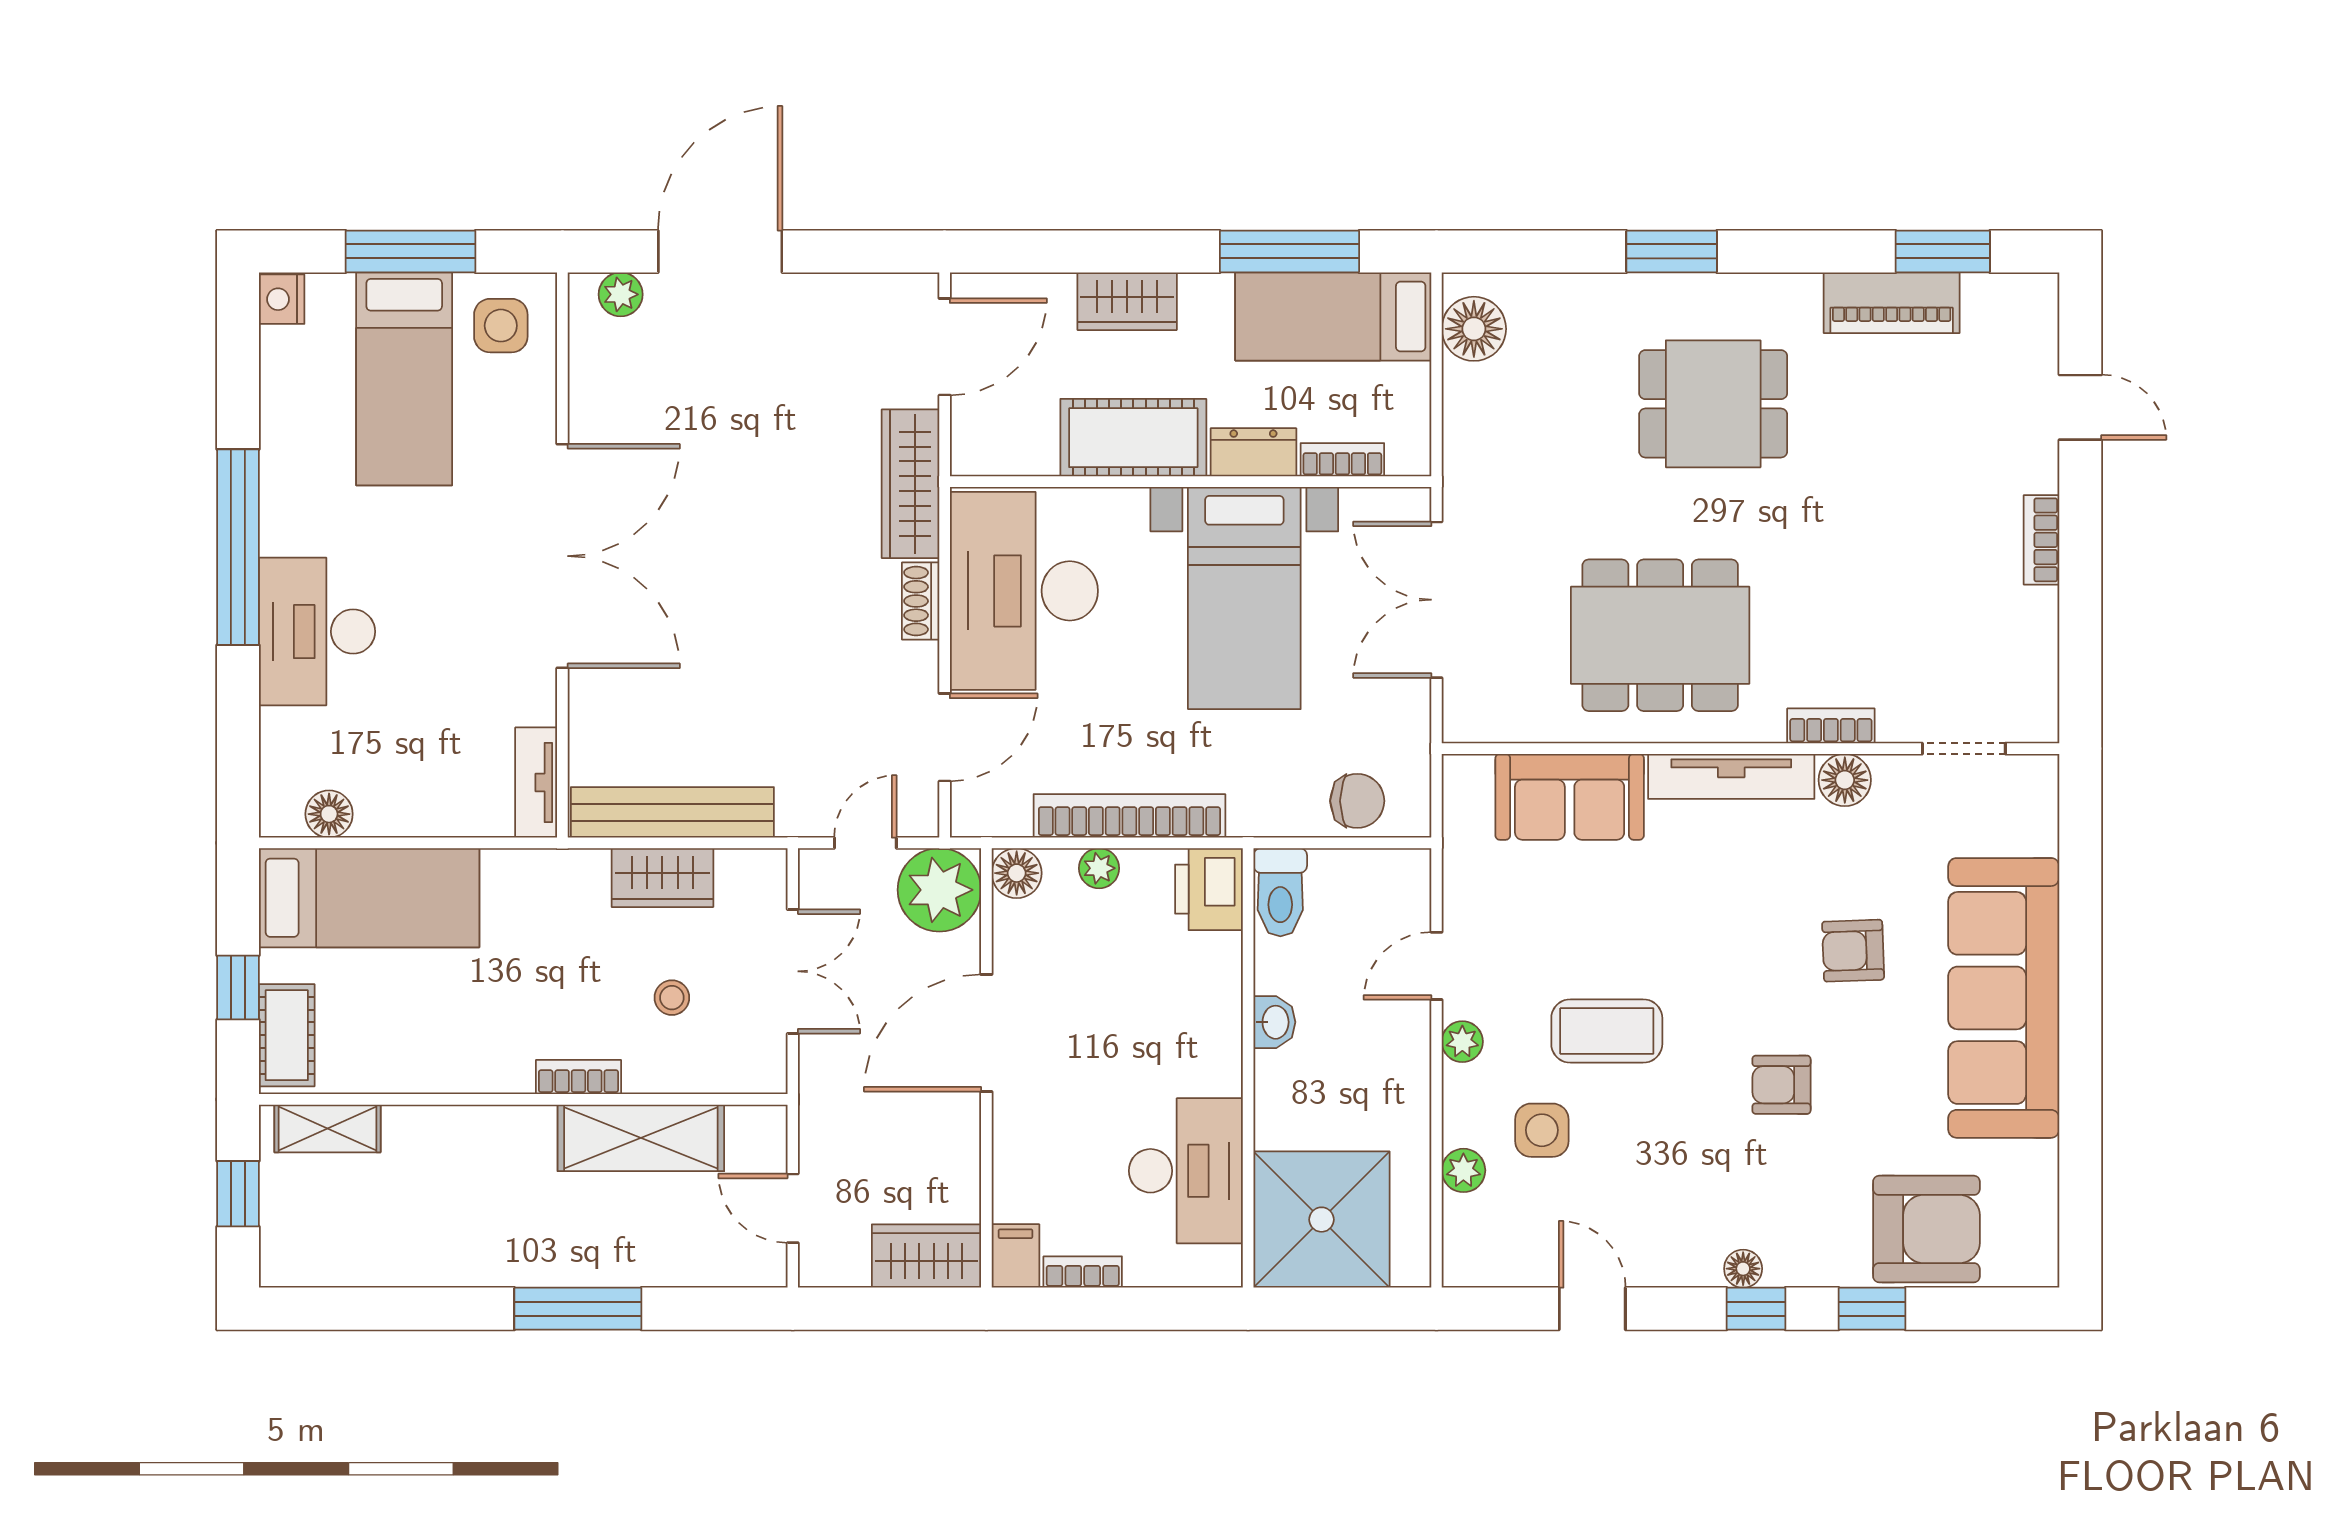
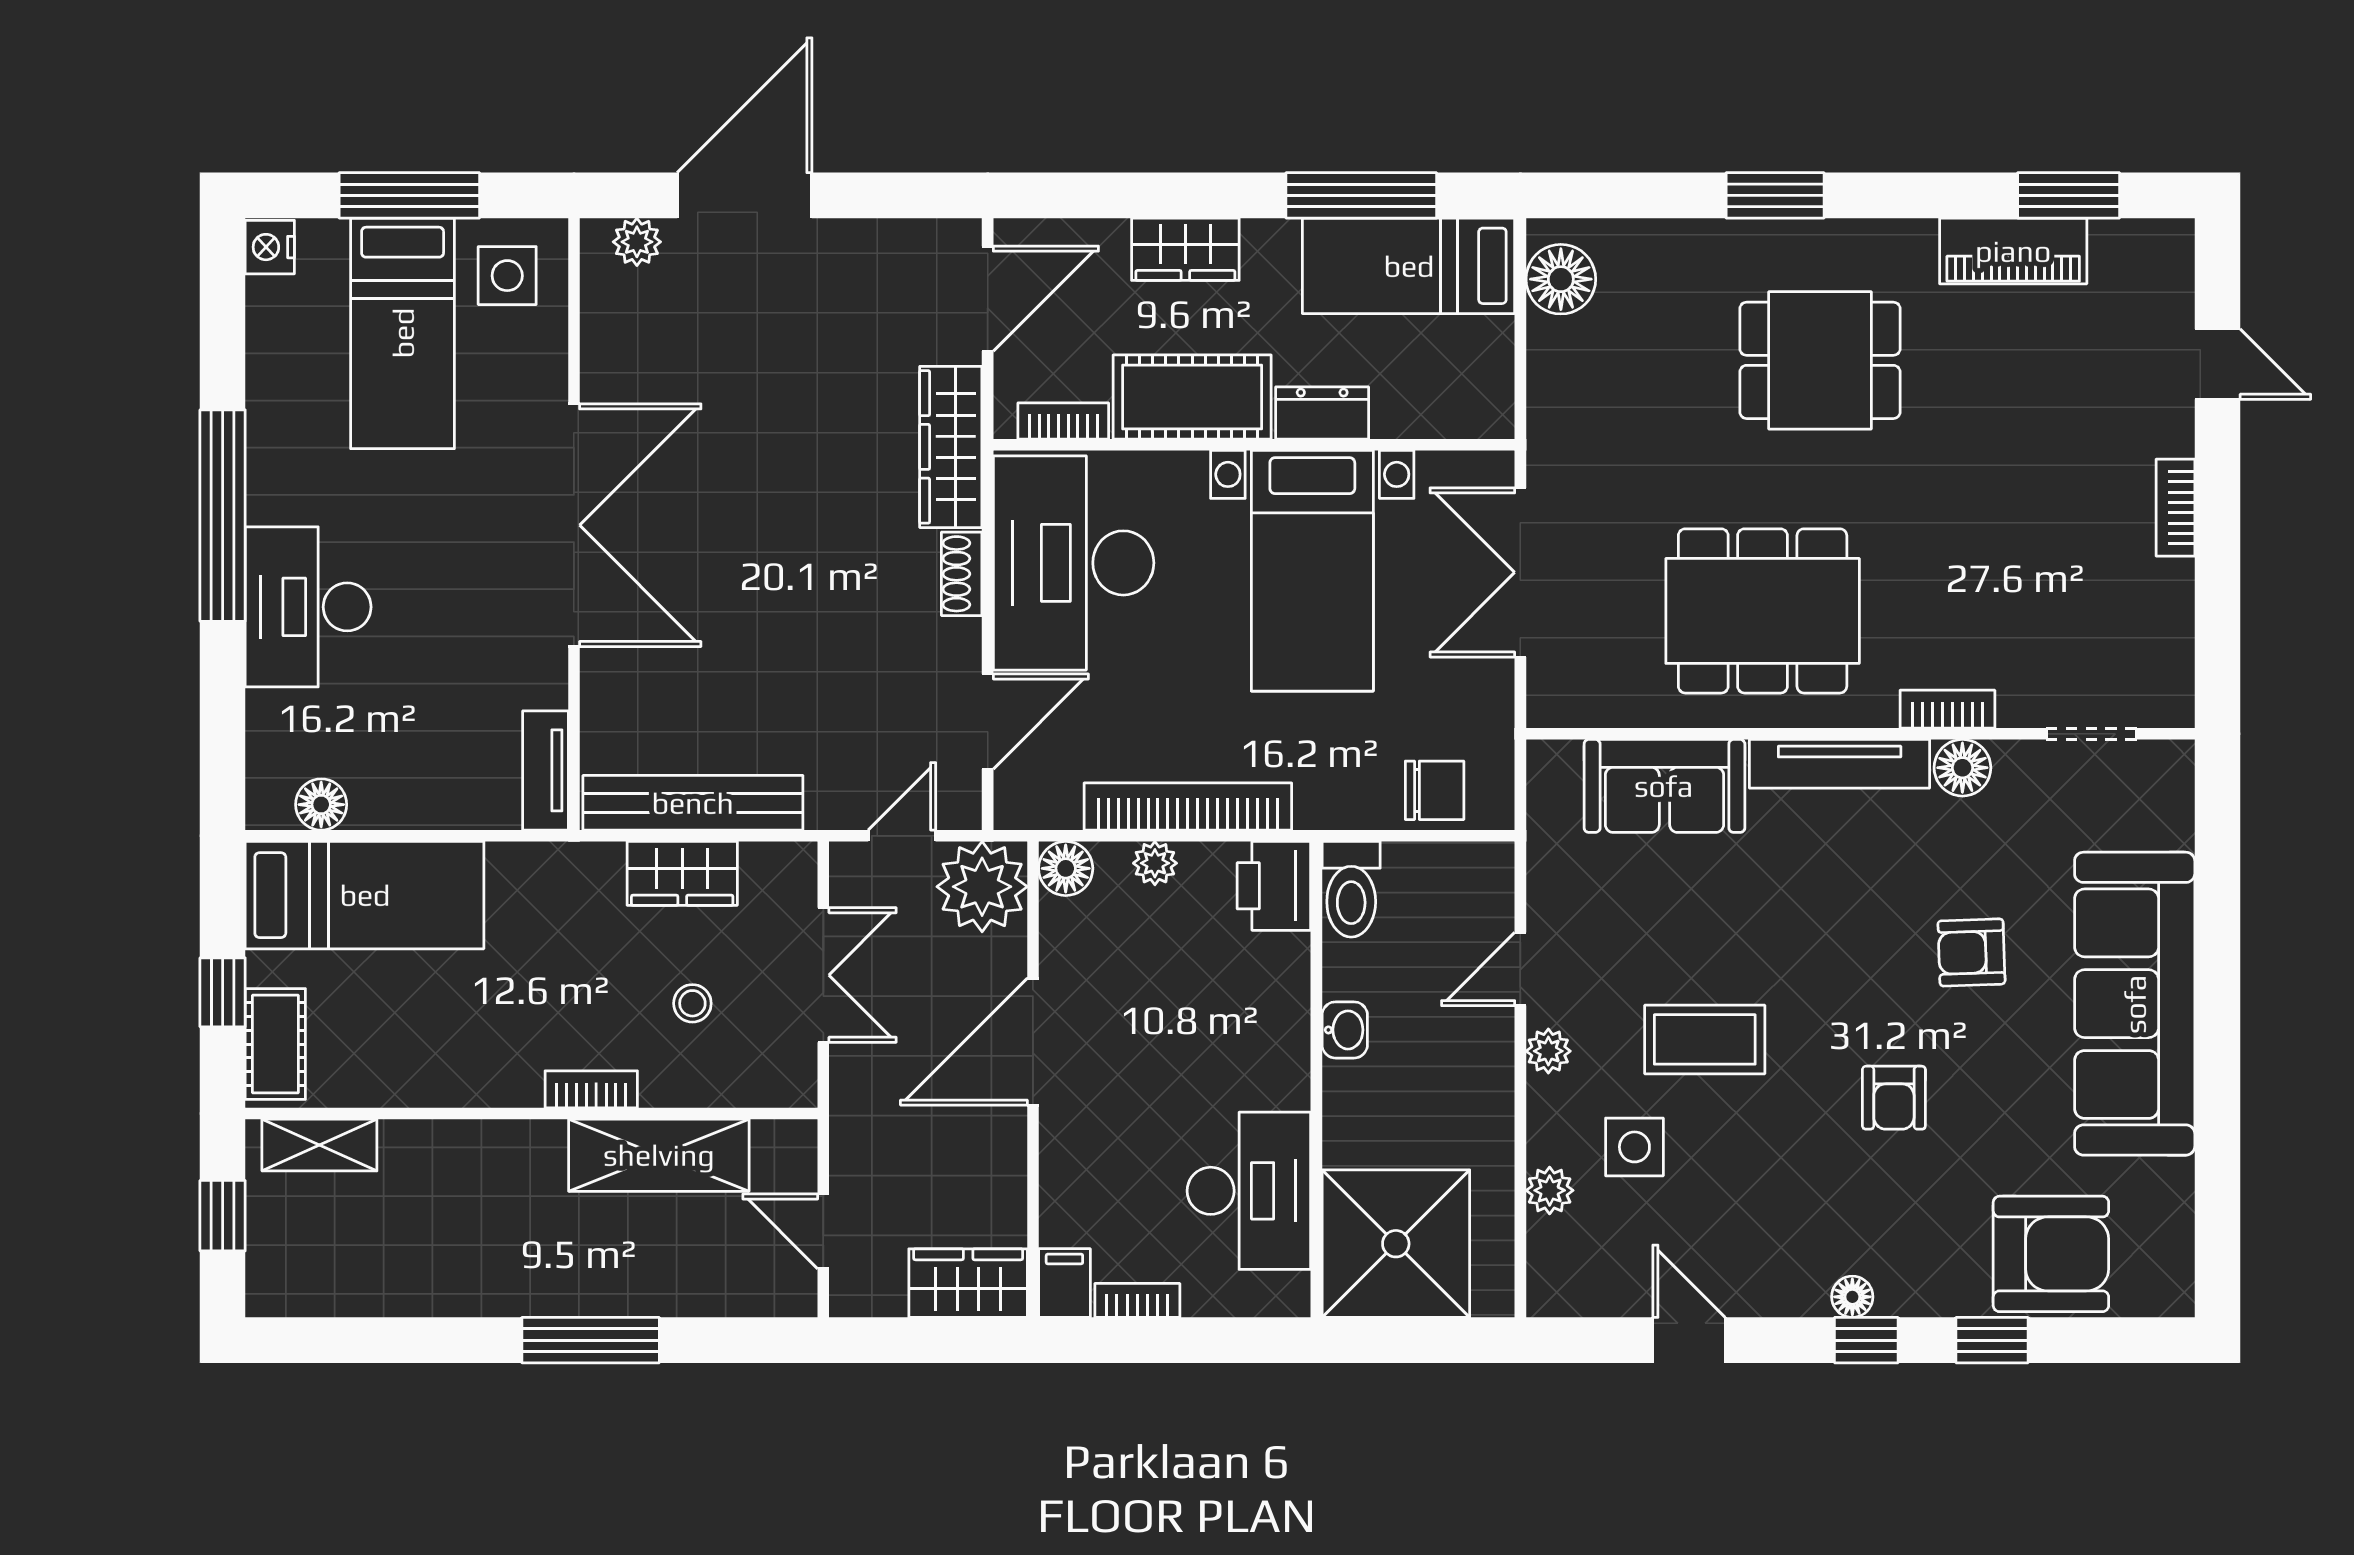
bookcase: (1342, 460) -> (1063, 421), moved
armchair: (1781, 1085) -> (1894, 1098), turned -90

